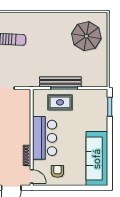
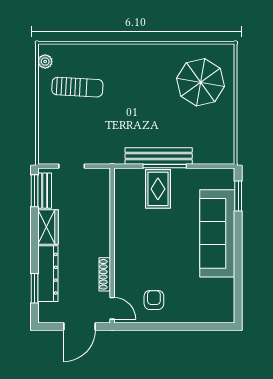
rug: (60, 102) -> (158, 189), turned 90
bar counter: (45, 138) -> (133, 246), removed
sofa: (97, 159) -> (217, 233), moved

